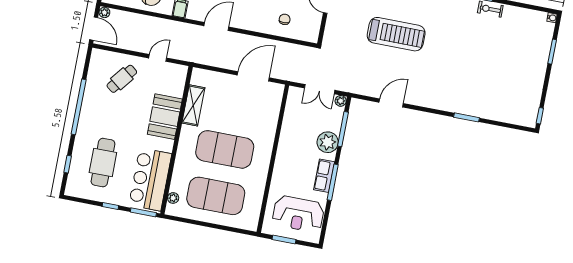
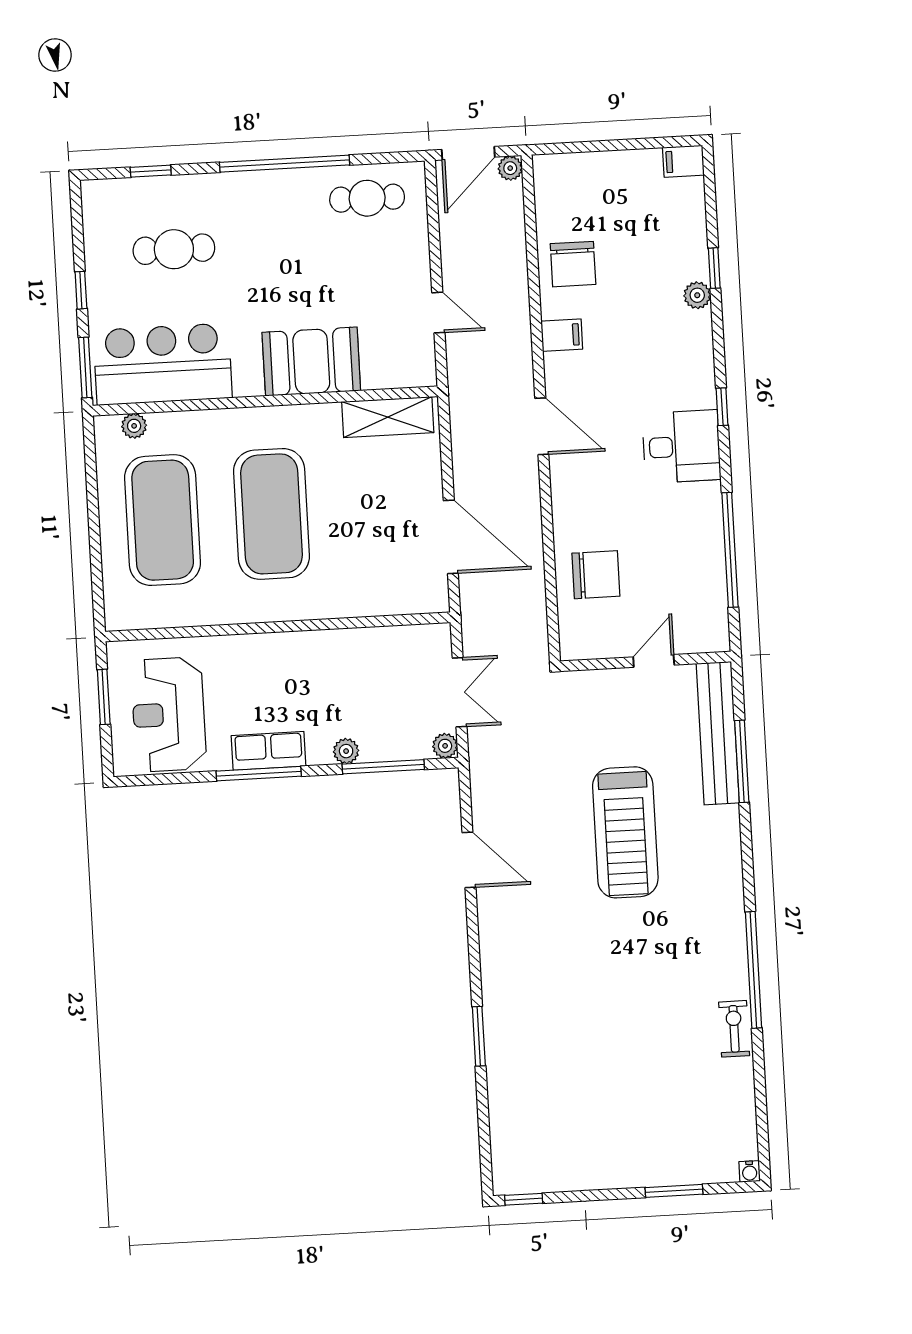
chair: (285, 19) -> (596, 575), width x1.87, depth x1.87
cafe table: (122, 79) -> (367, 198), moved, turned -38
double door: (320, 89) -> (460, 692), swing flipped
shelving: (193, 105) -> (388, 417), moved
plant: (328, 142) -> (346, 751), width x0.53, depth x0.53
cafe table: (103, 163) -> (174, 249), width x0.73, depth x0.74

